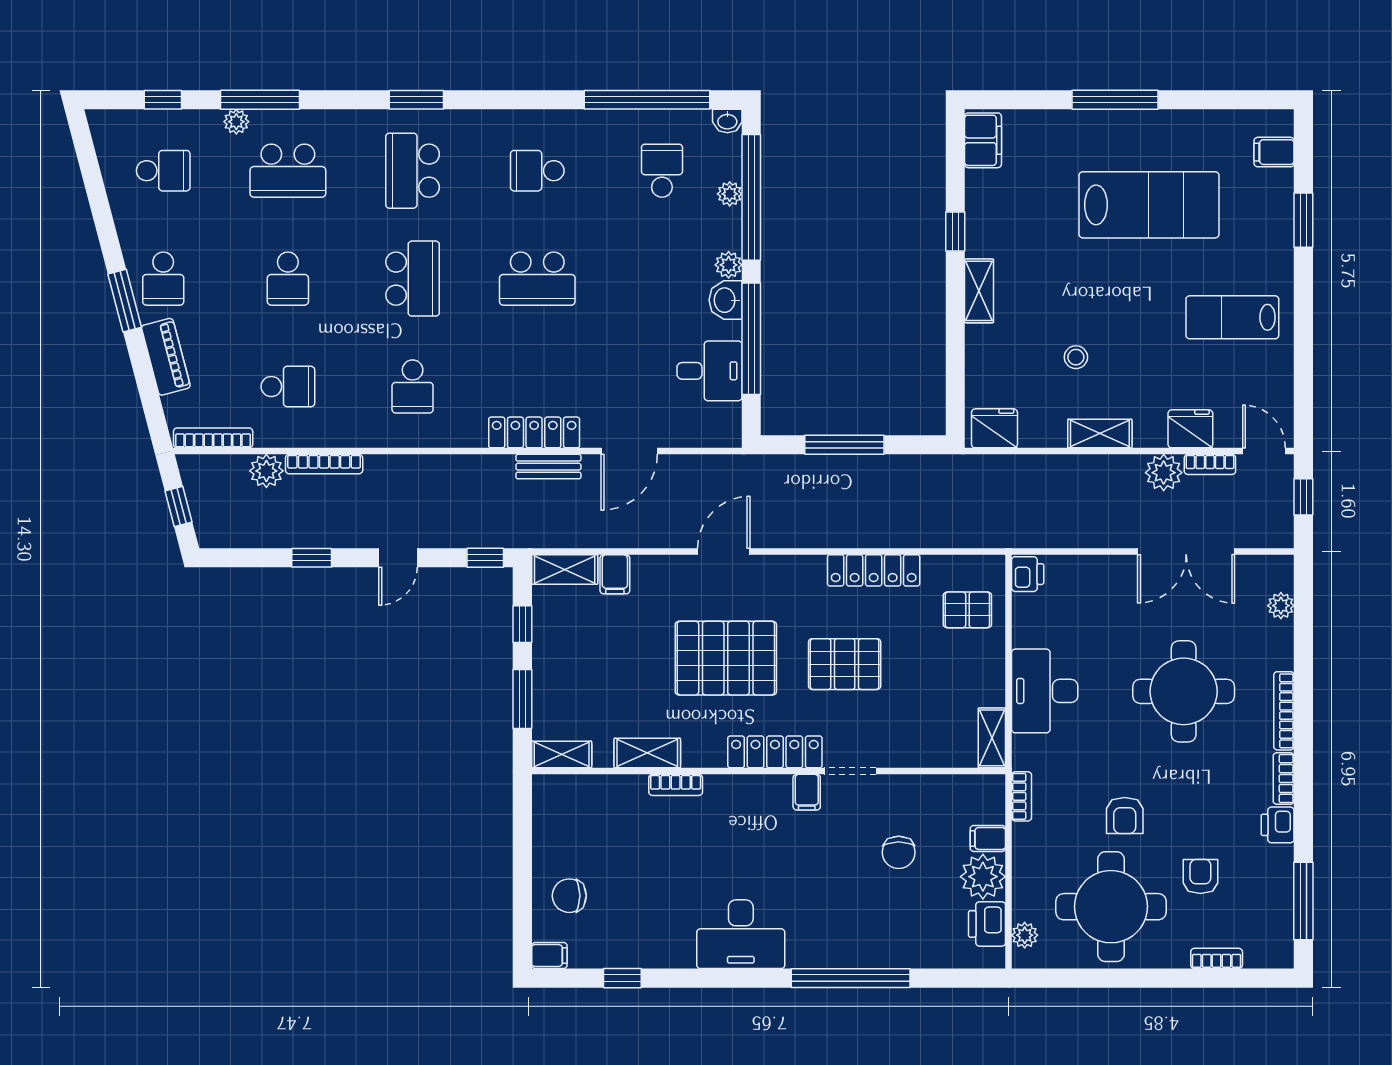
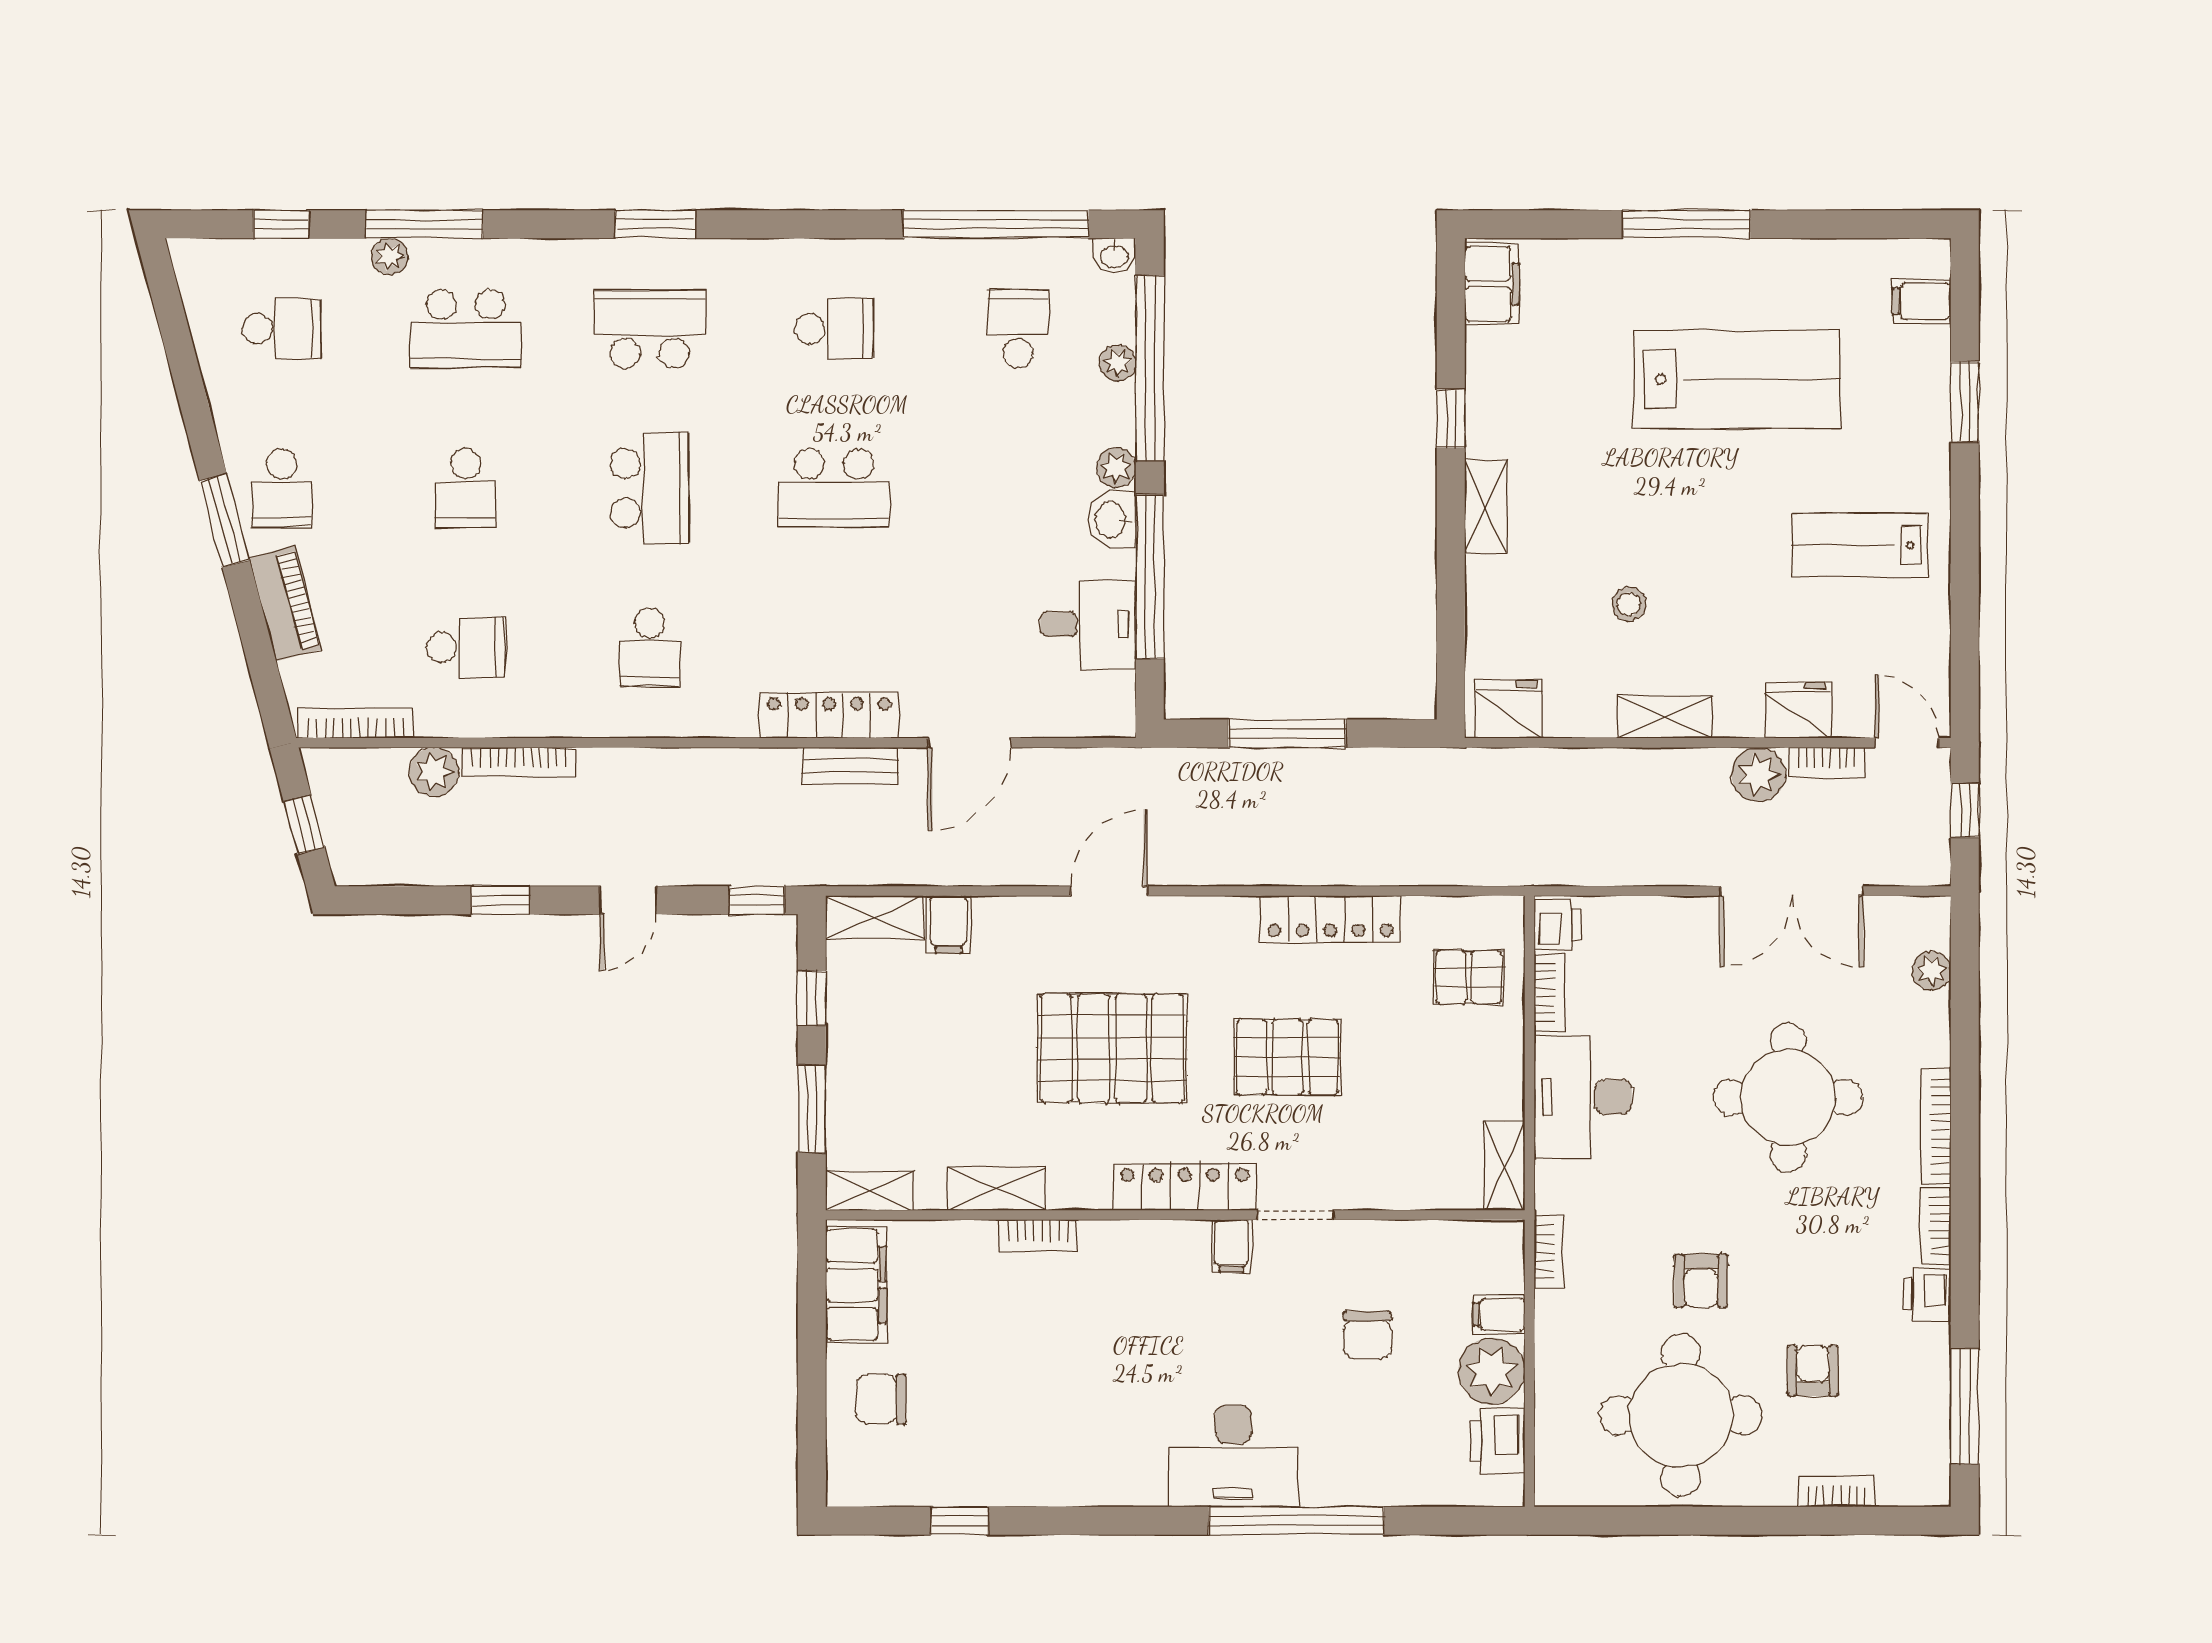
school desk: (413, 171) -> (650, 329), turned 90
school desk: (537, 171) -> (834, 329), turned 180
bookcase: (1022, 620) -> (1550, 992), added
desk: (741, 934) -> (1233, 1456), moved
plant: (1025, 935) -> (1553, 1457), removed
filing cabinet: (549, 955) -> (856, 1285), moved, width x3.00, depth x1.17

